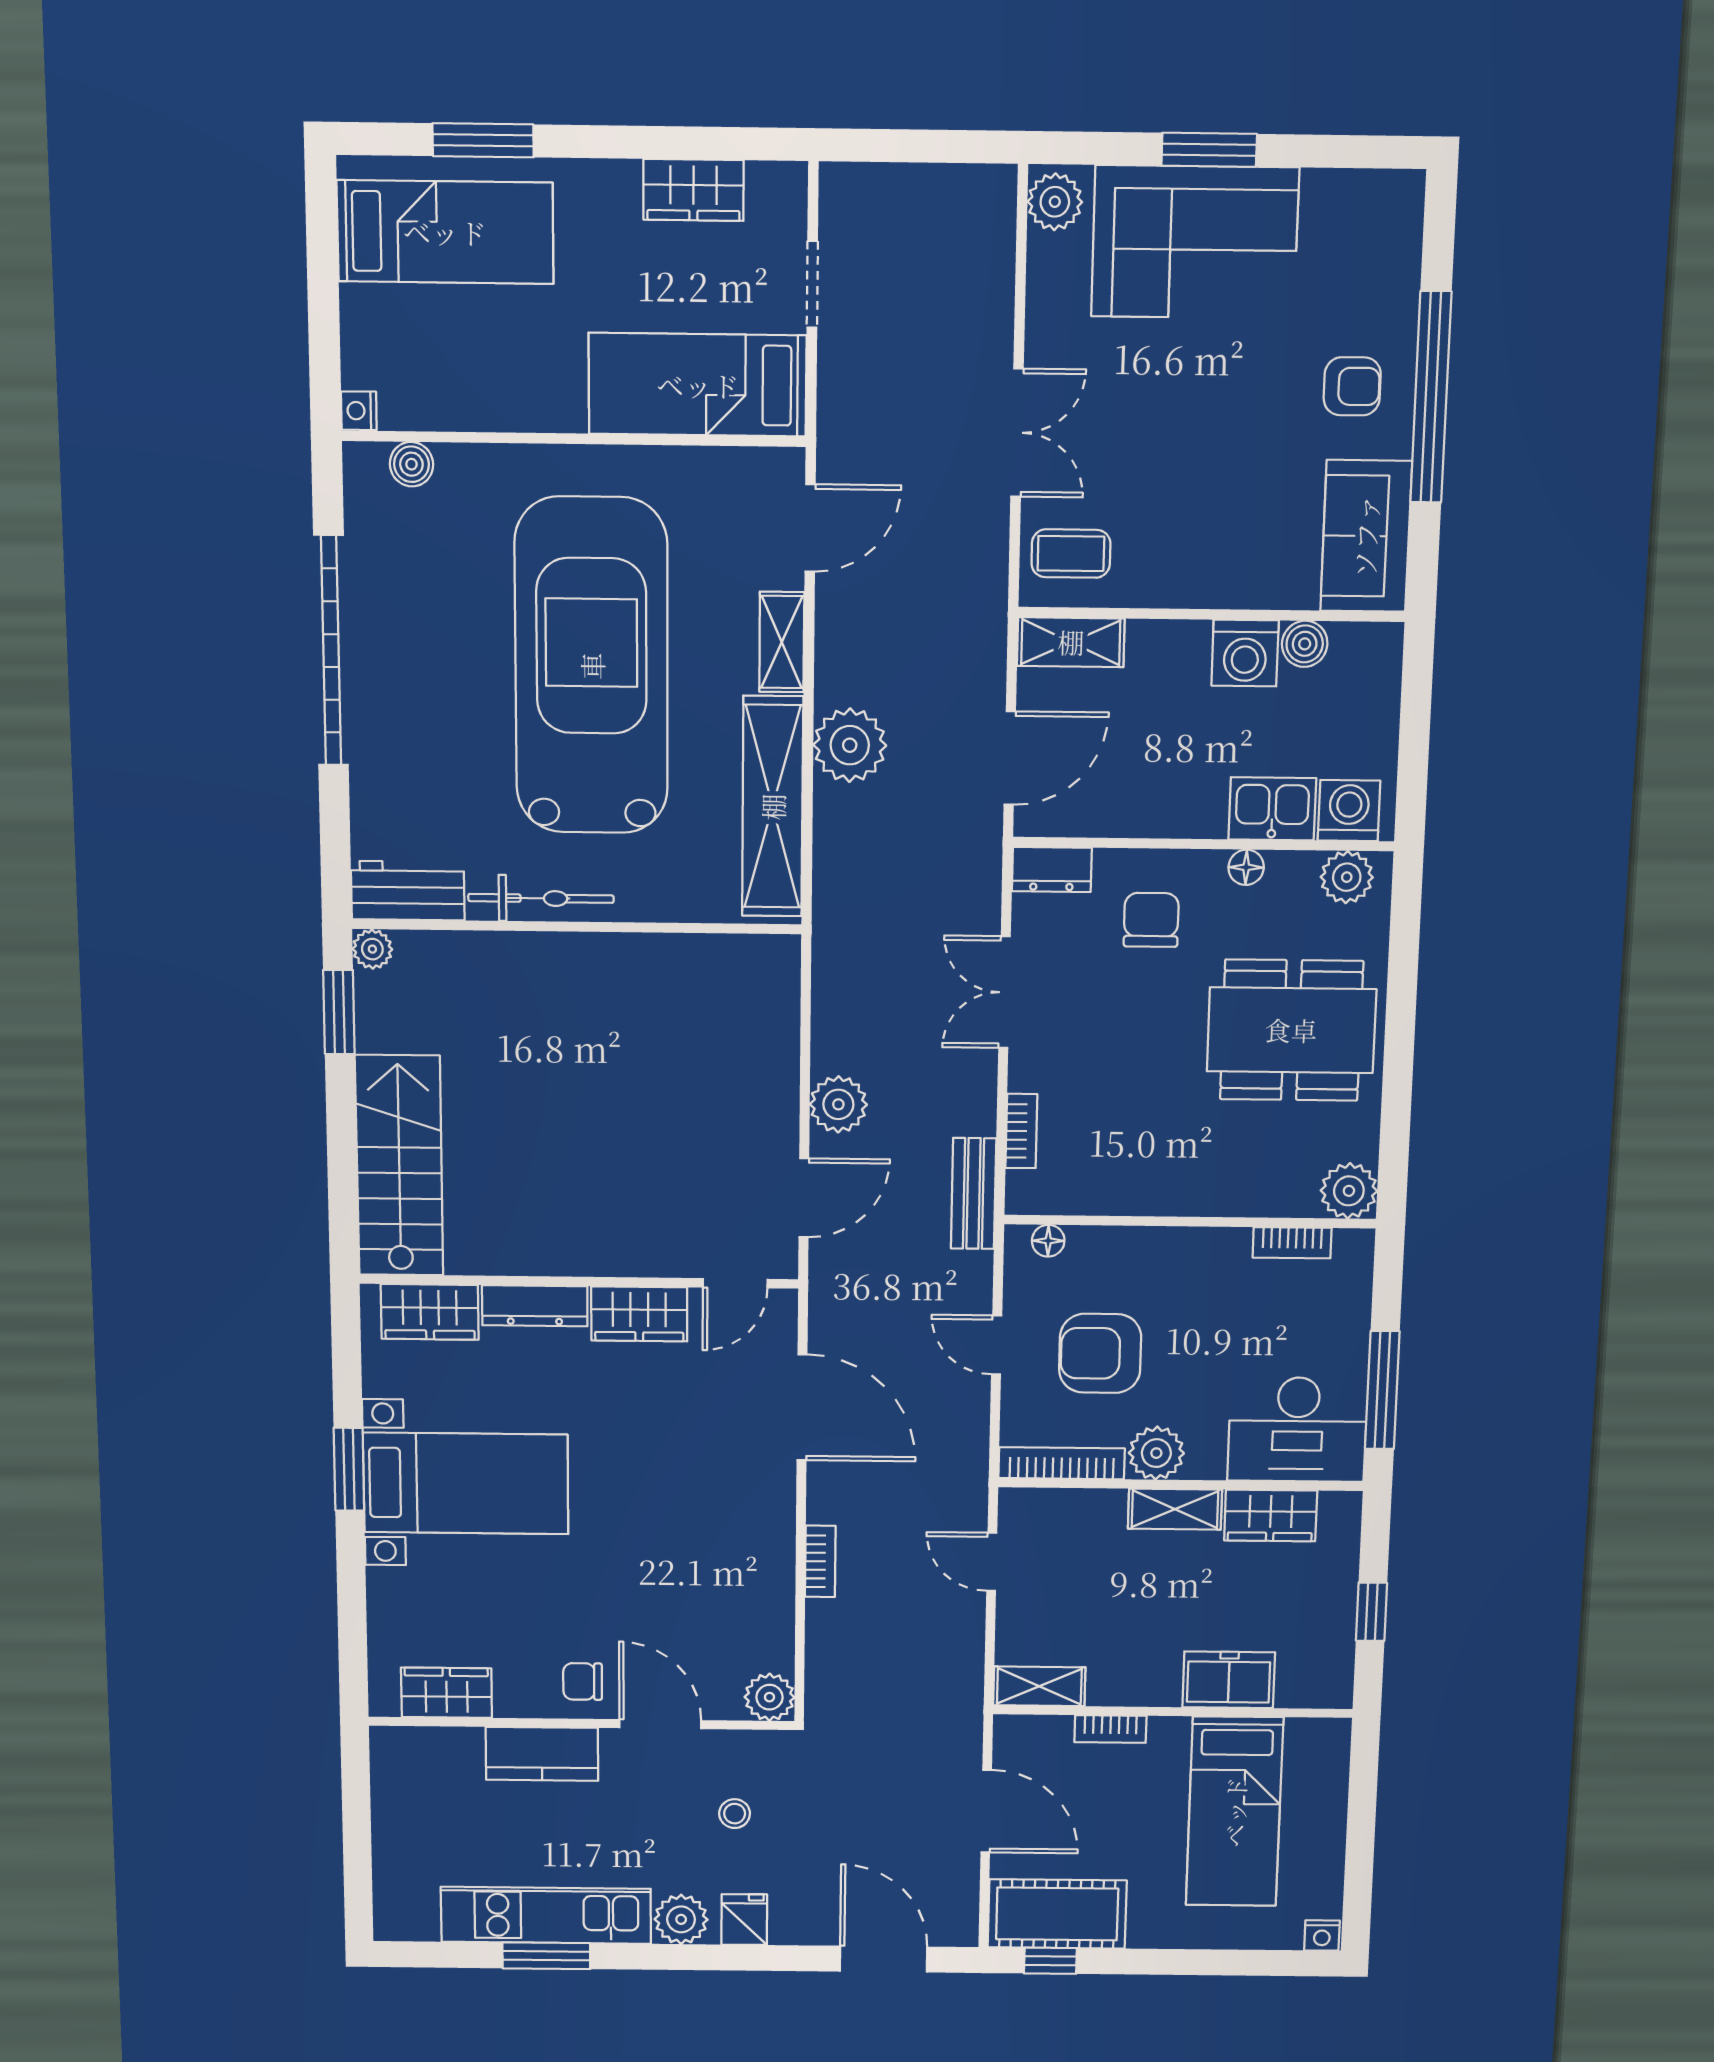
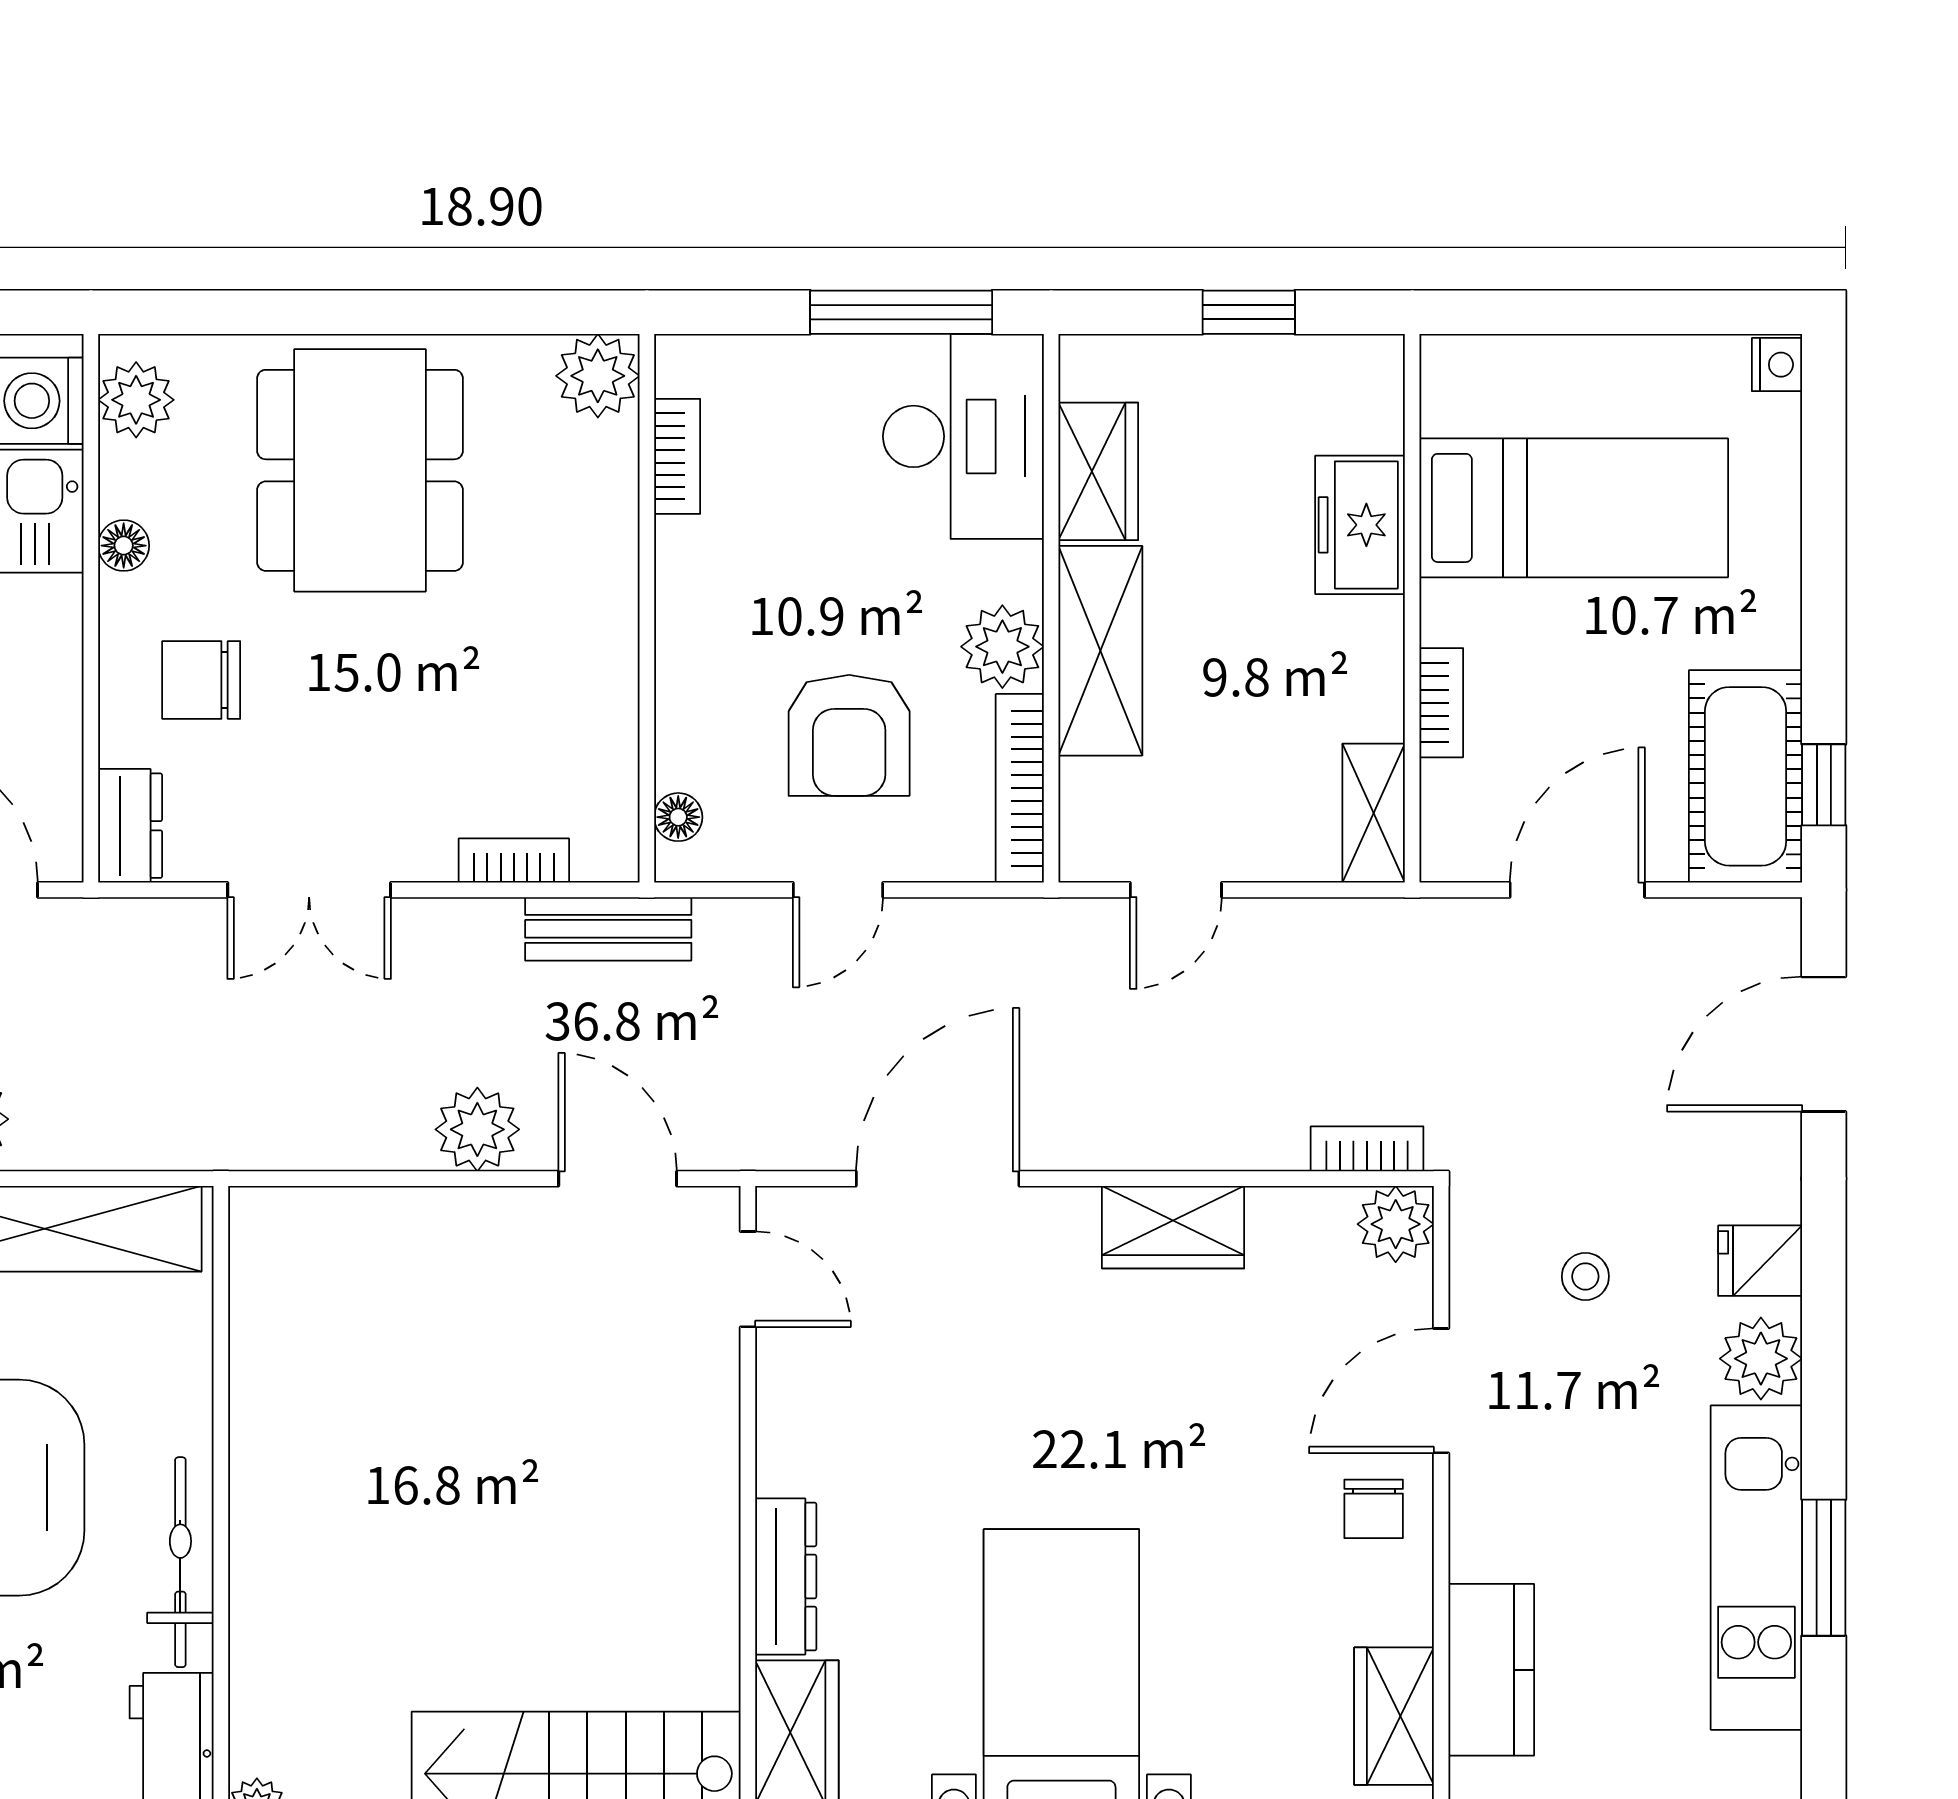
wardrobe: (639, 1314) -> (1173, 1227), moved, turned 90
shelving: (1175, 1509) -> (1100, 651), width x1.50, depth x1.33
bookcase: (820, 1561) -> (1367, 1149), moved
kitchen counter: (542, 1754) -> (1491, 1670), moved

